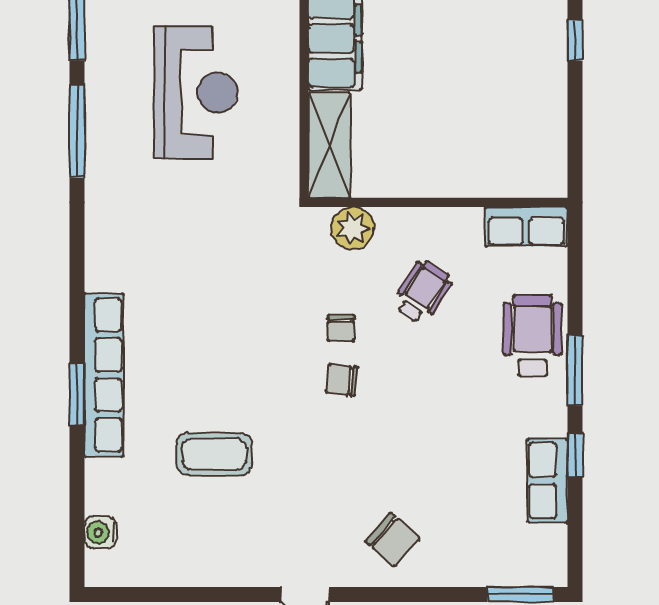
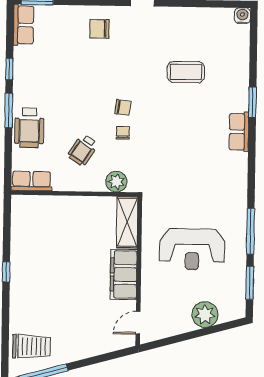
reception desk: (196, 92) -> (192, 249), turned -90
row of seats: (104, 375) -> (239, 132), width x0.50
row of seats: (548, 481) -> (23, 25), moved
water cooler: (101, 532) -> (242, 16), moved, turned -90
chair: (392, 540) -> (99, 29), turned -41

